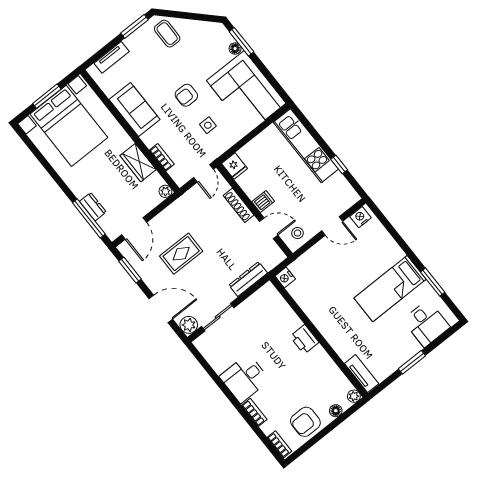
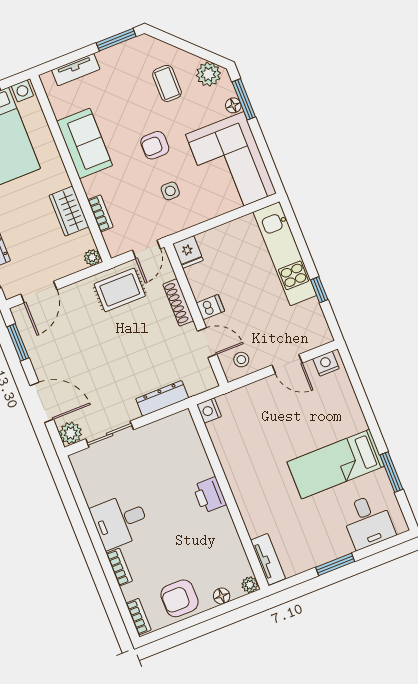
plant: (210, 31) -> (208, 74), added
coffee table: (167, 34) -> (167, 83), moved
rug: (181, 254) -> (120, 290), moved

